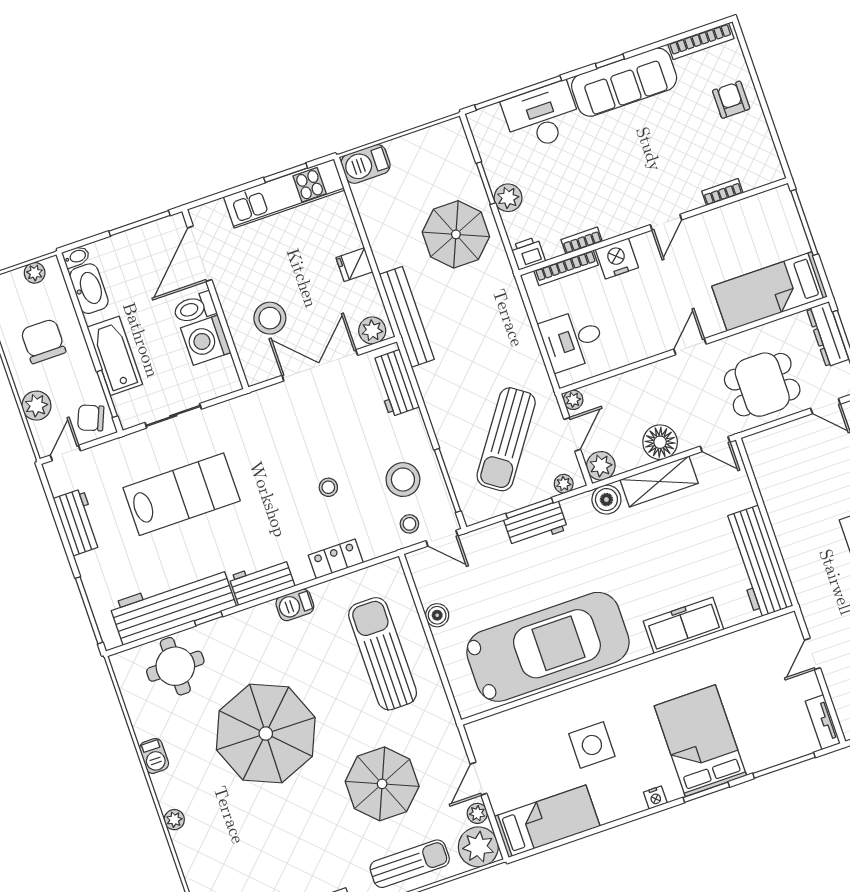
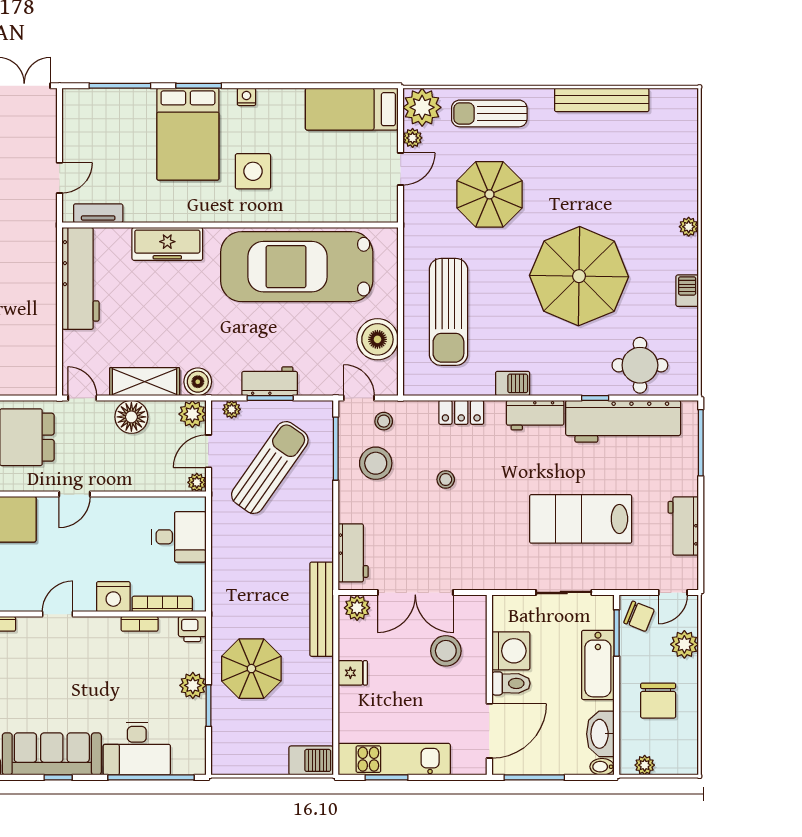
boiler: (437, 615) -> (377, 339), width x1.86, depth x1.86
tv unit: (823, 722) -> (98, 213), moved, turned -90
side table: (592, 745) -> (253, 171), moved

